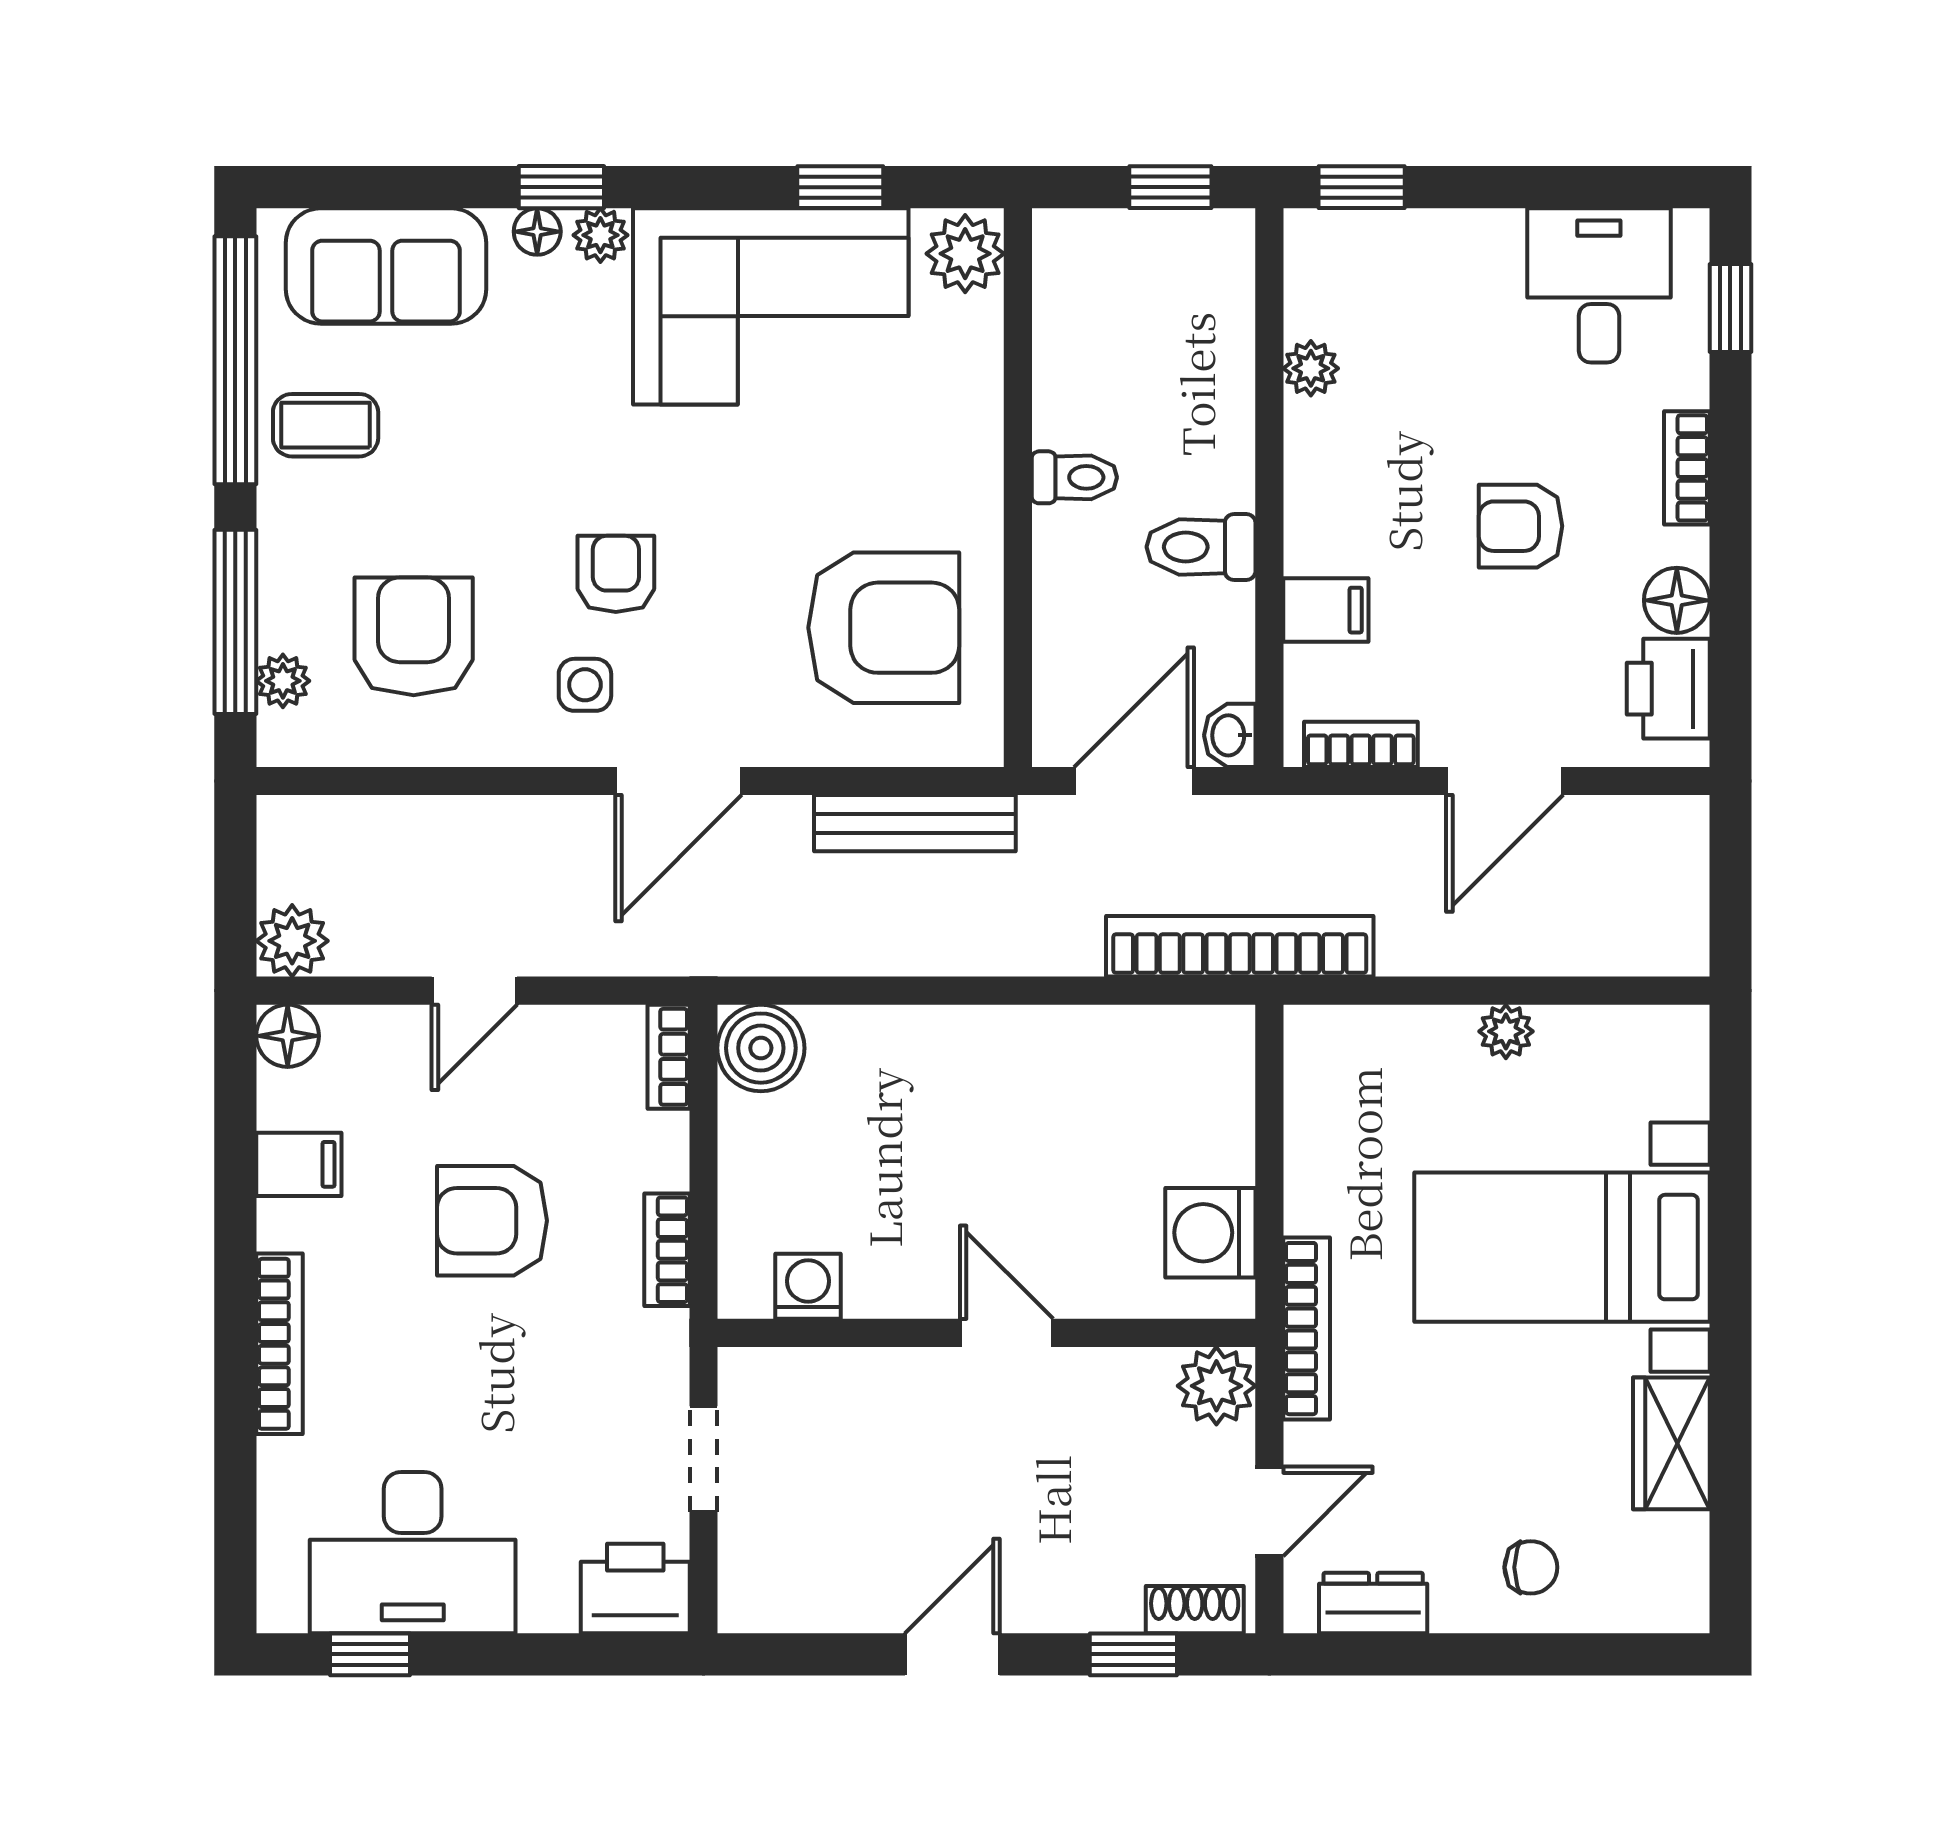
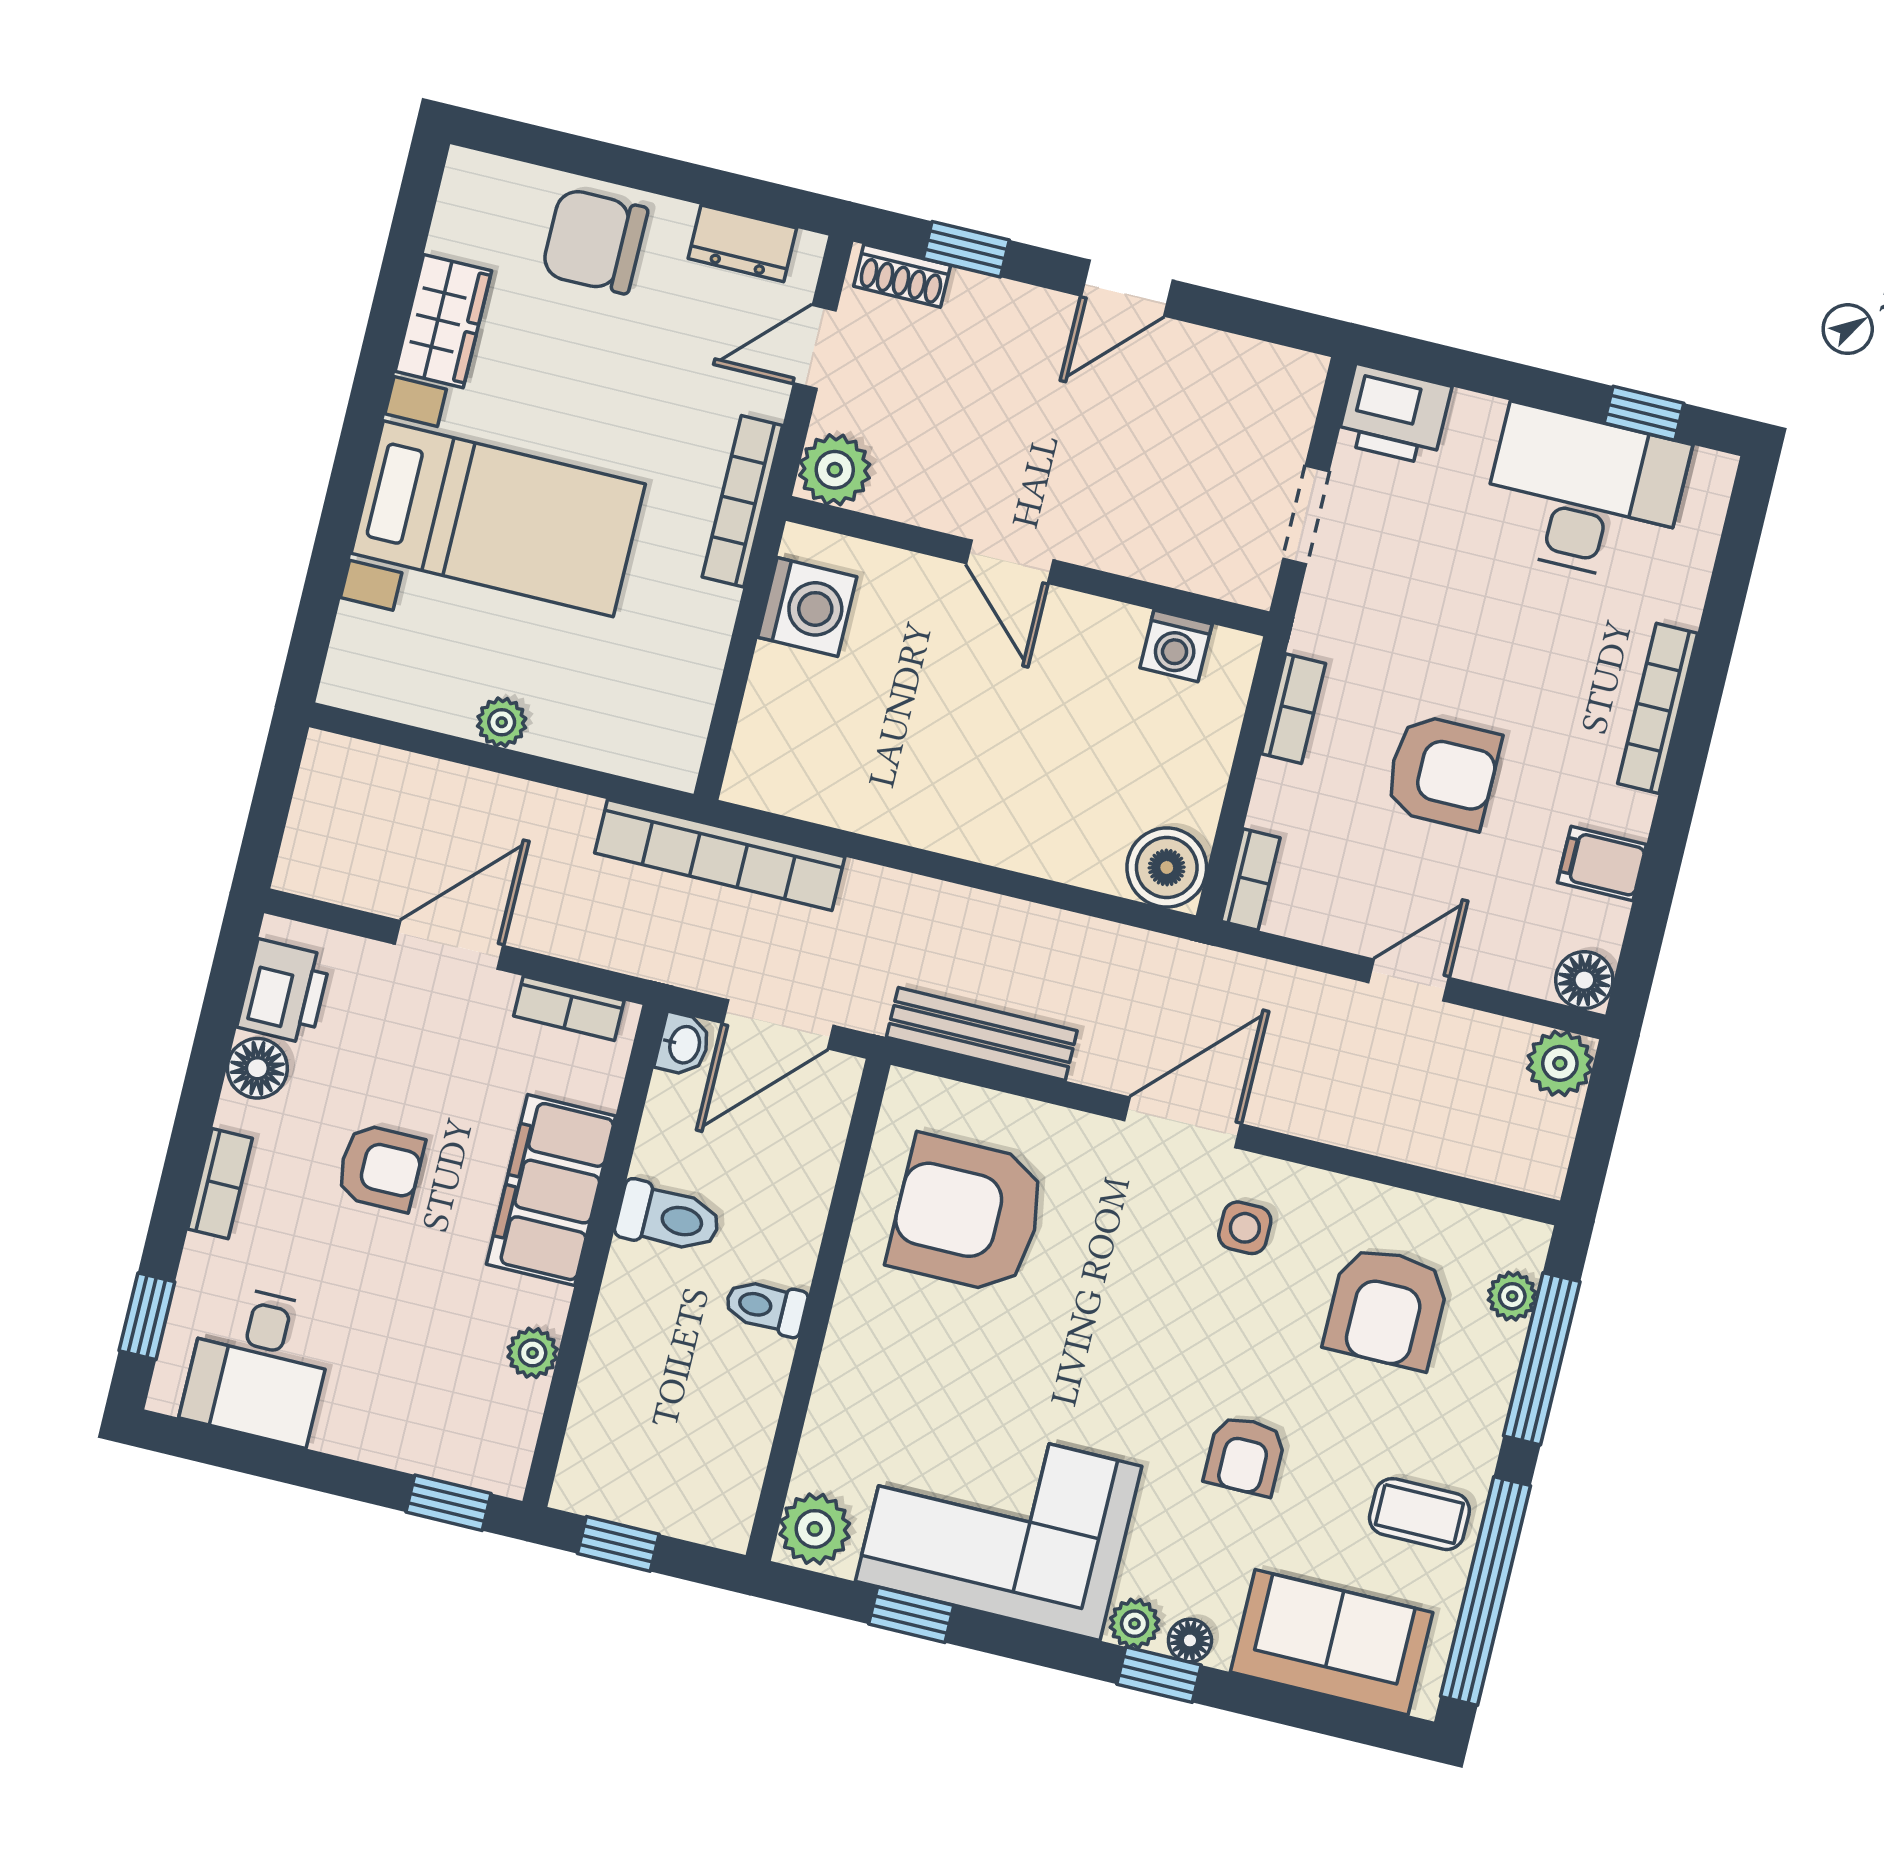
armchair: (616, 574) -> (1245, 1456), moved
filing cabinet: (1326, 610) -> (551, 1190), width x3.00, depth x1.17
chair: (1531, 1567) -> (595, 241), width x1.87, depth x1.87

